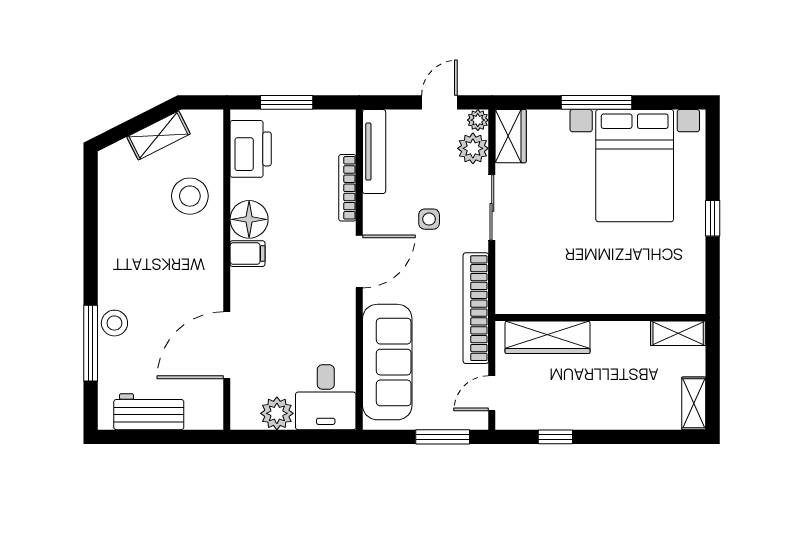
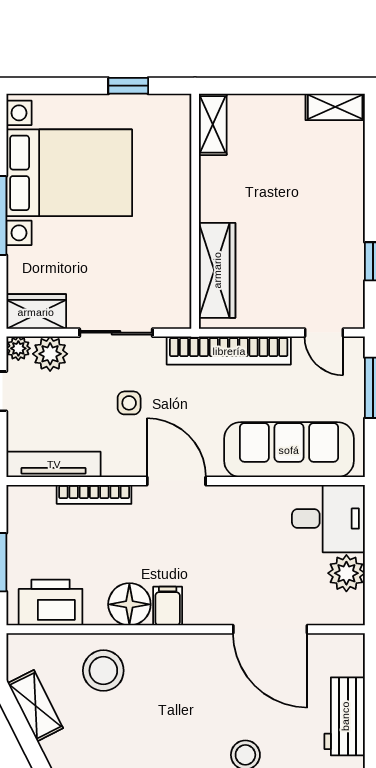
wall: (600, 318) -> (195, 211), moved
shelving: (678, 333) -> (213, 124), moved
wardrobe: (548, 337) -> (217, 270), moved

